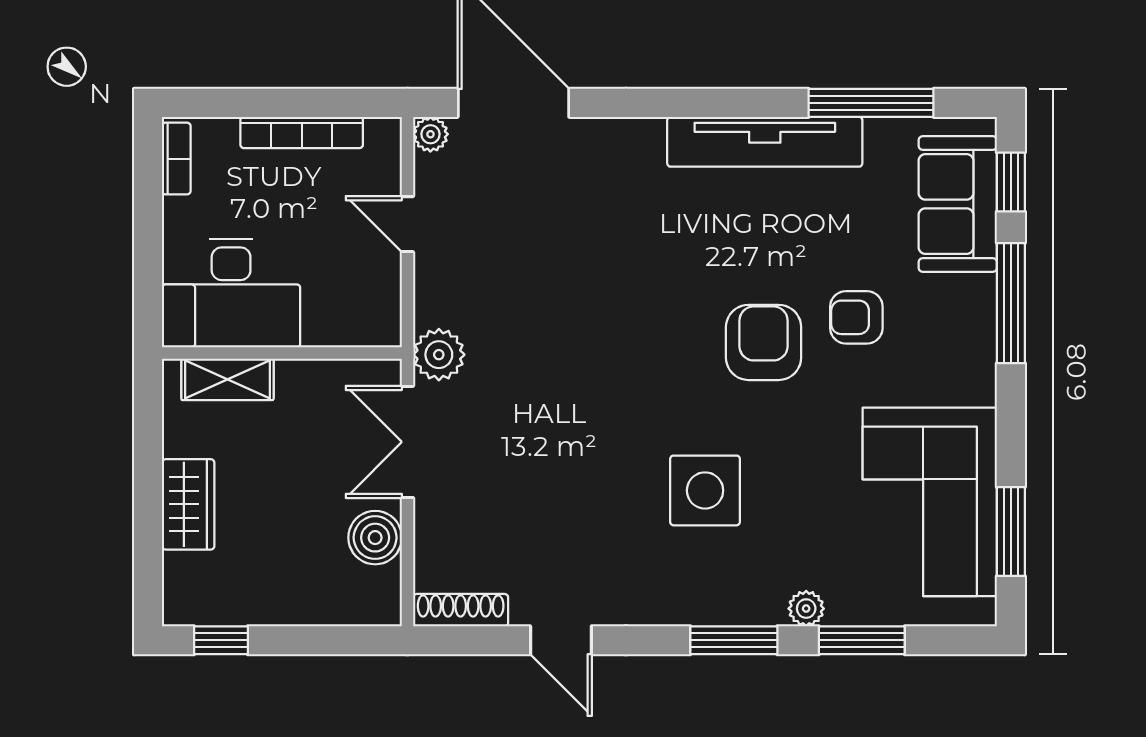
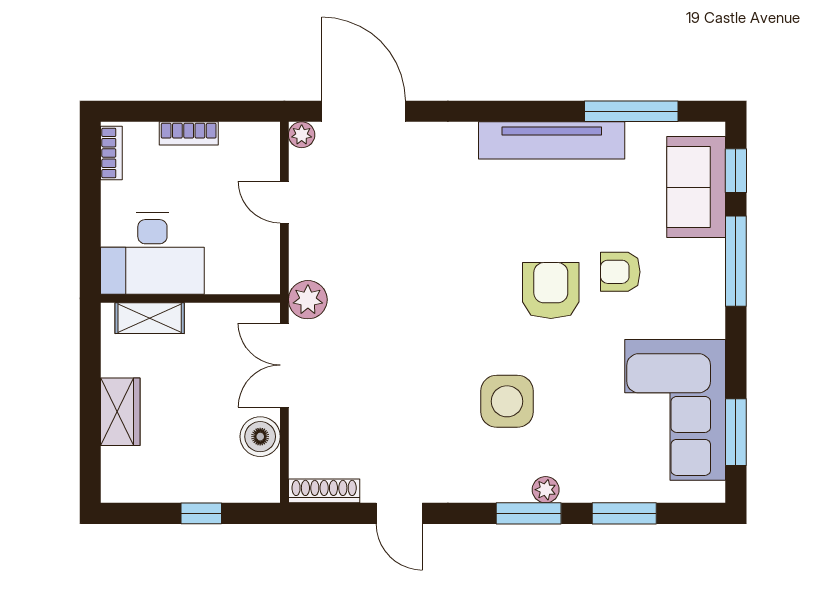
bookcase: (302, 132) -> (189, 133), width x0.64
plant: (806, 609) -> (546, 490), moved
window: (221, 640) -> (201, 513), moved

